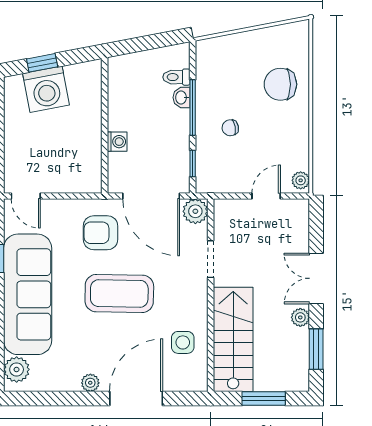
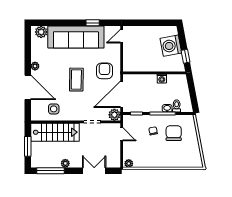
window: (42, 63) -> (186, 56), moved
chair: (280, 84) -> (174, 133), moved
washing machine: (117, 142) -> (162, 79), moved
door: (266, 196) -> (122, 134), moved
double door: (316, 278) -> (94, 171), moved
coffee table: (119, 293) -> (76, 80), width x0.73, depth x0.76
window: (316, 349) -> (51, 171), width x1.44

